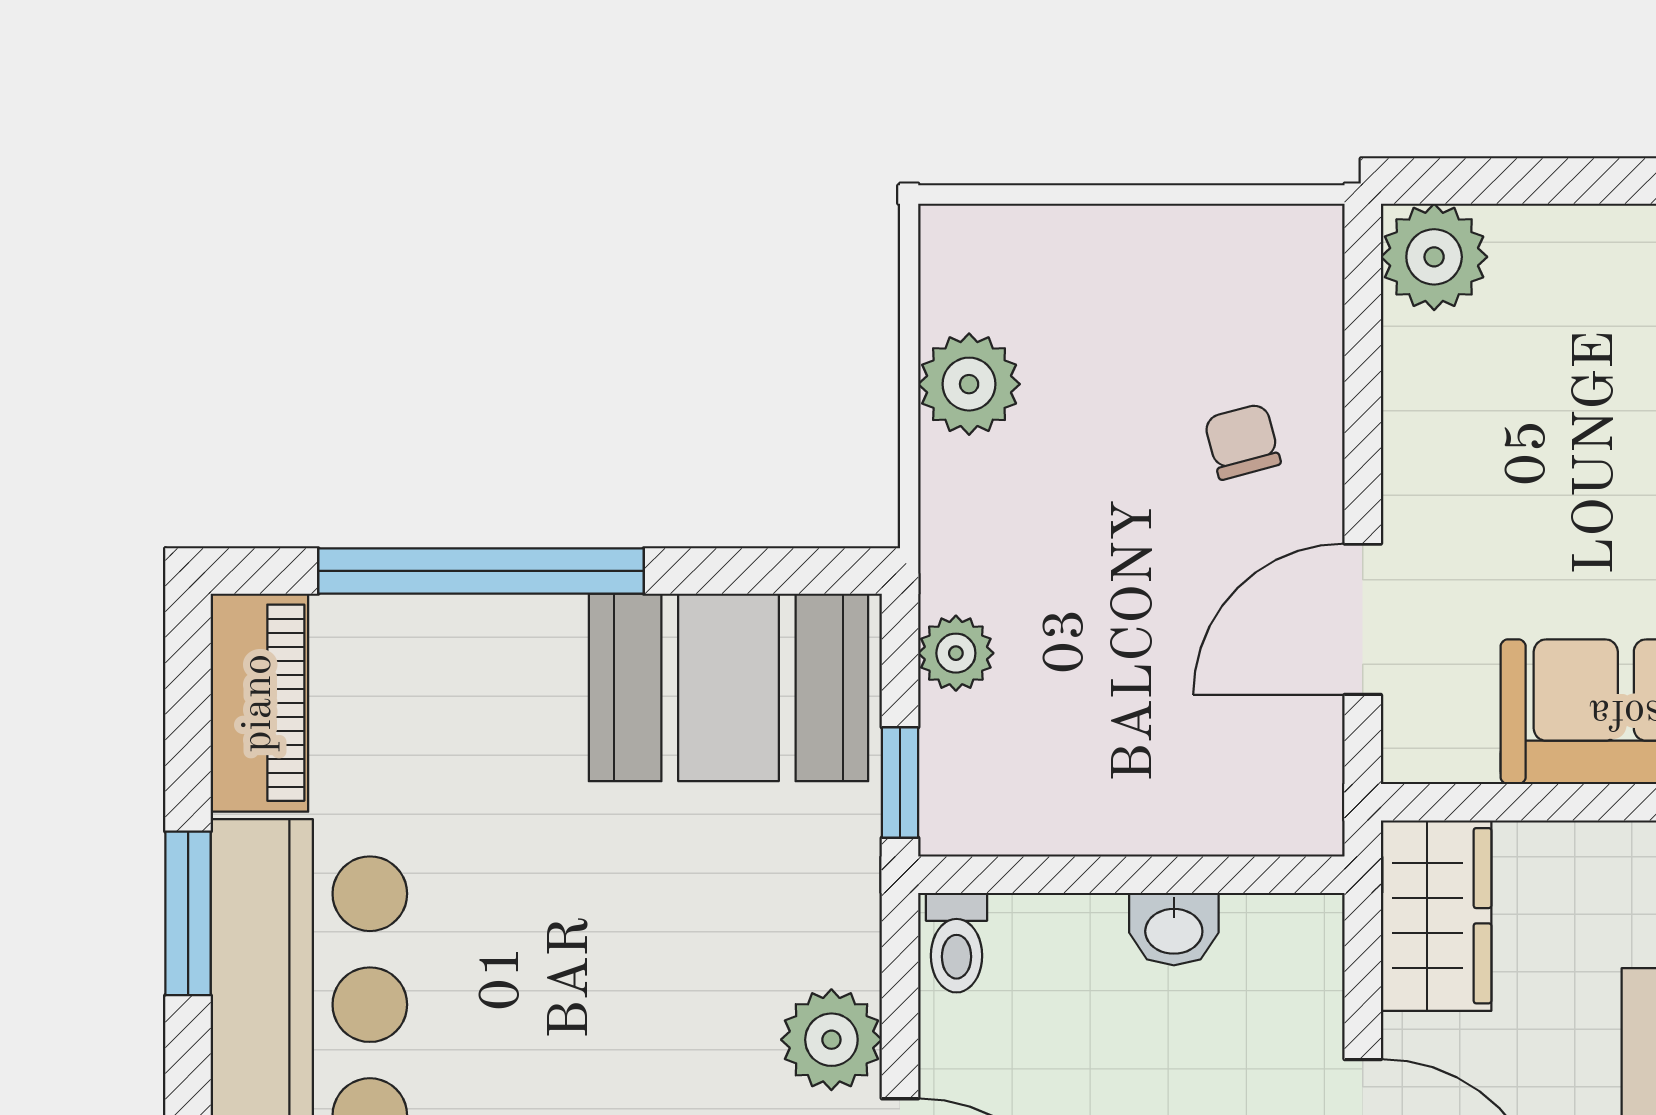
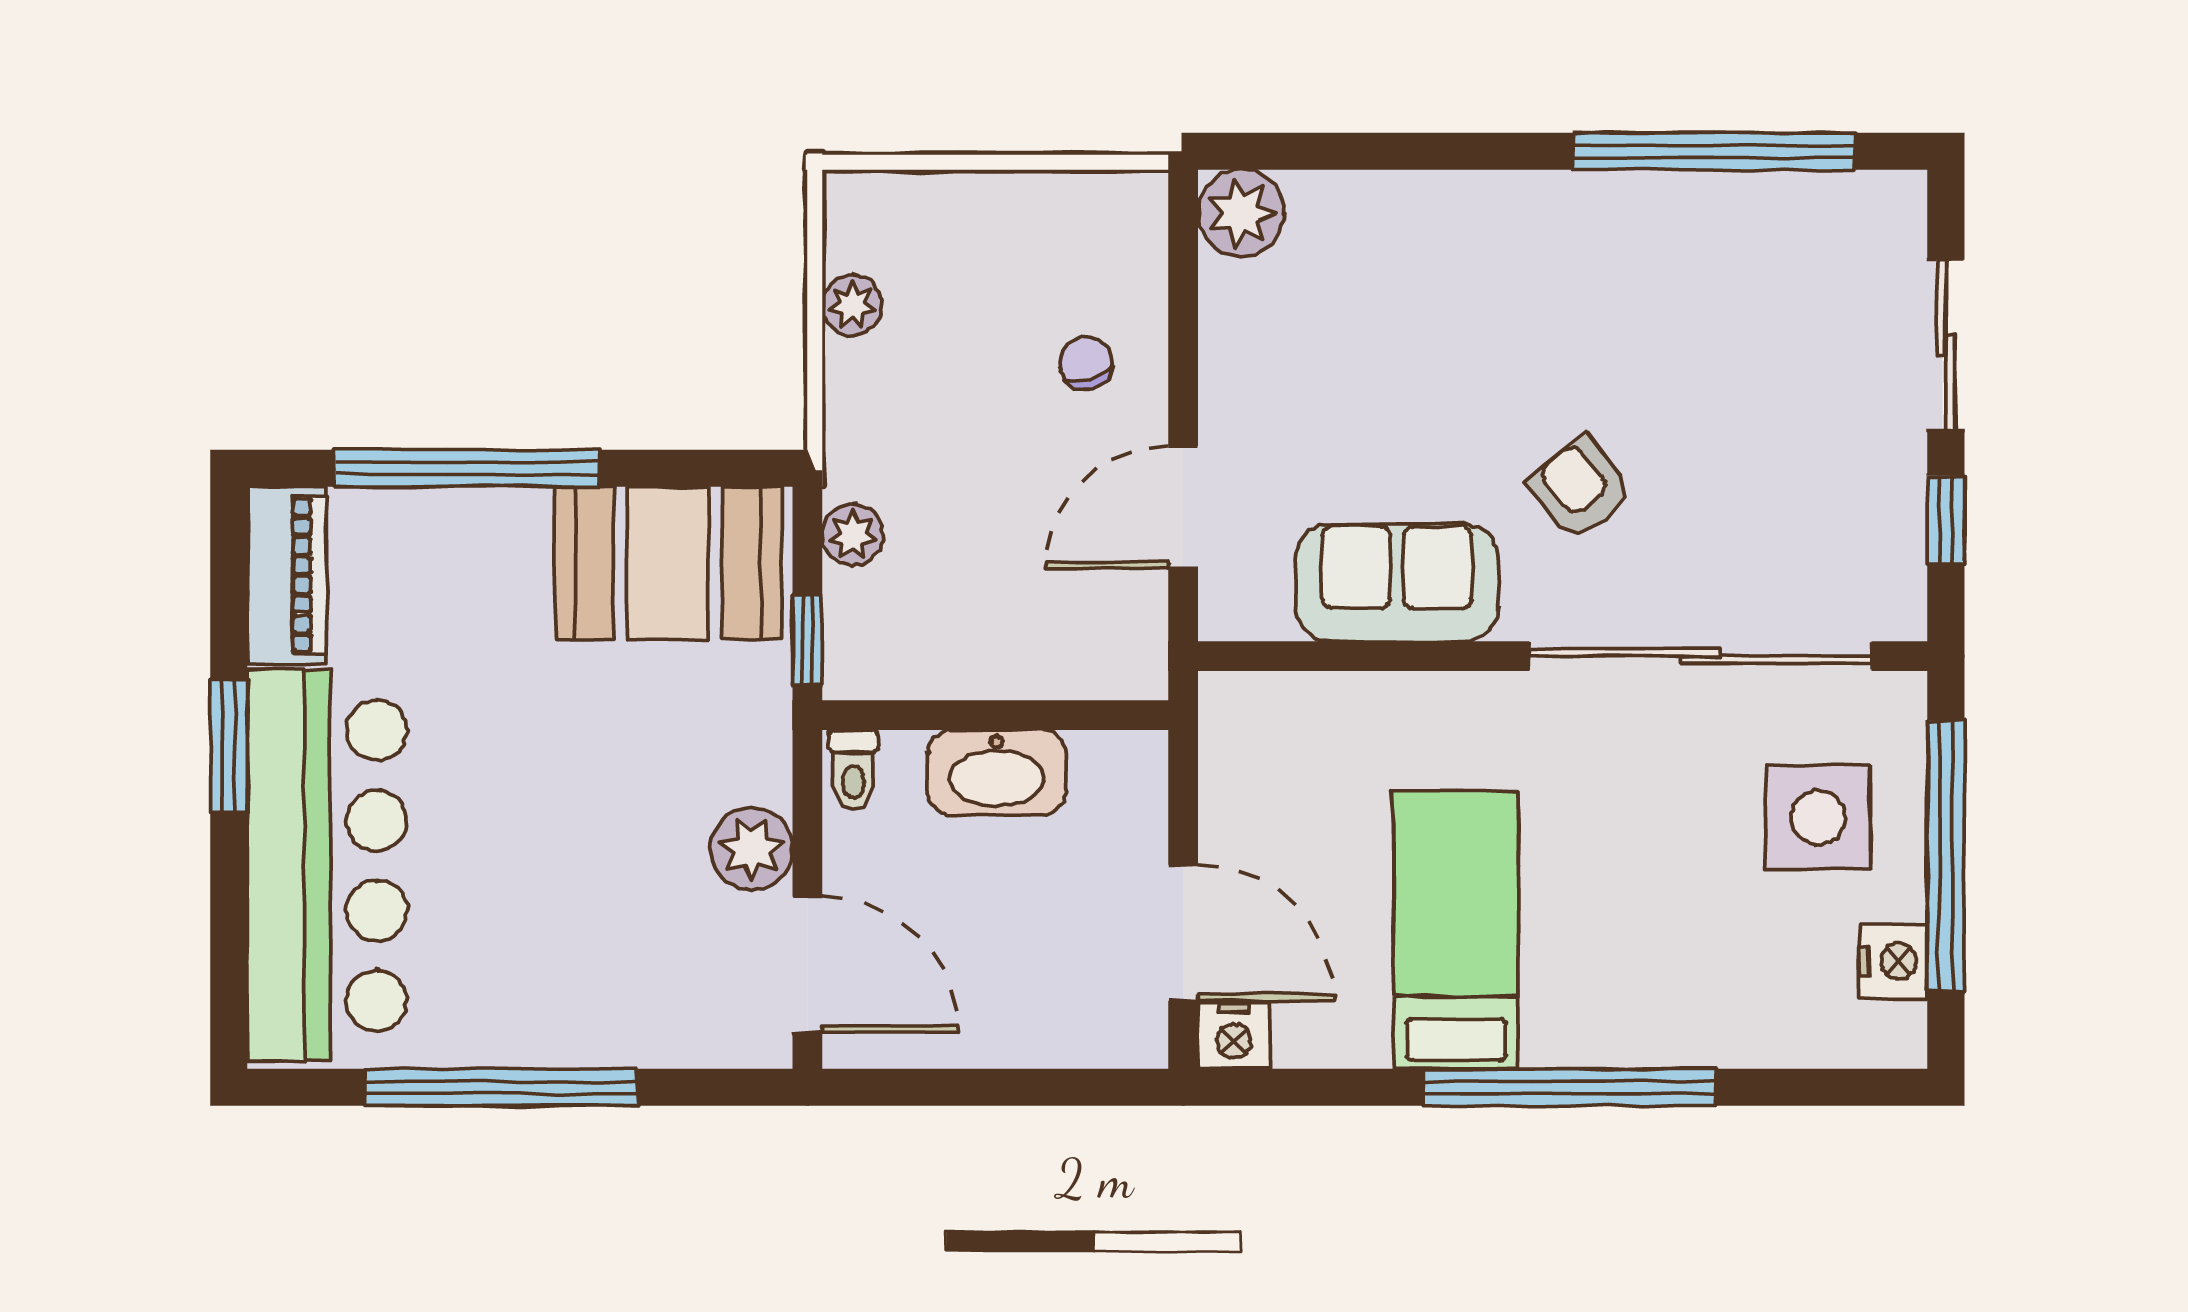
plant: (969, 384) -> (852, 305), width x0.73, depth x0.73
wardrobe: (1436, 916) -> (1243, 748), removed
washbasin: (1174, 929) -> (996, 772), width x1.91, depth x1.45

